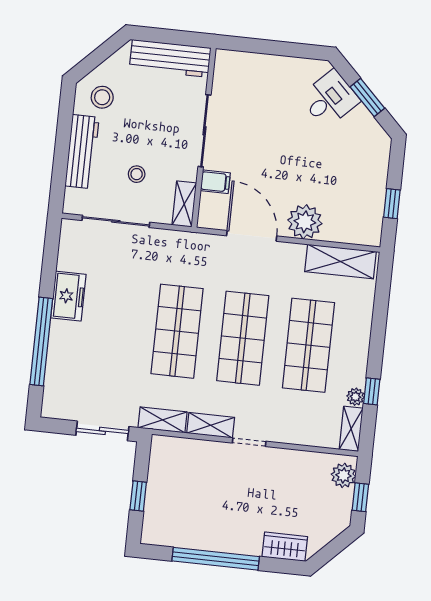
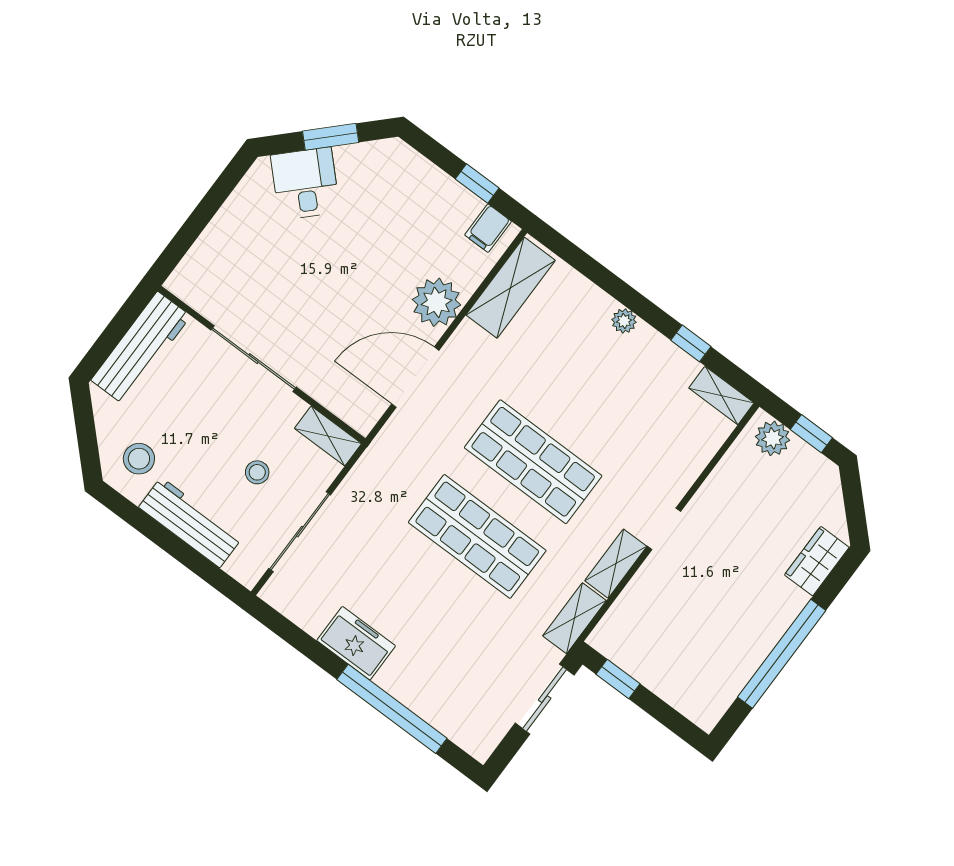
filing cabinet: (215, 182) -> (488, 228), moved, turned 180
shop shelf: (308, 345) -> (589, 387), removed
plant: (355, 397) -> (624, 321), moved
window: (138, 496) -> (618, 679), moved

